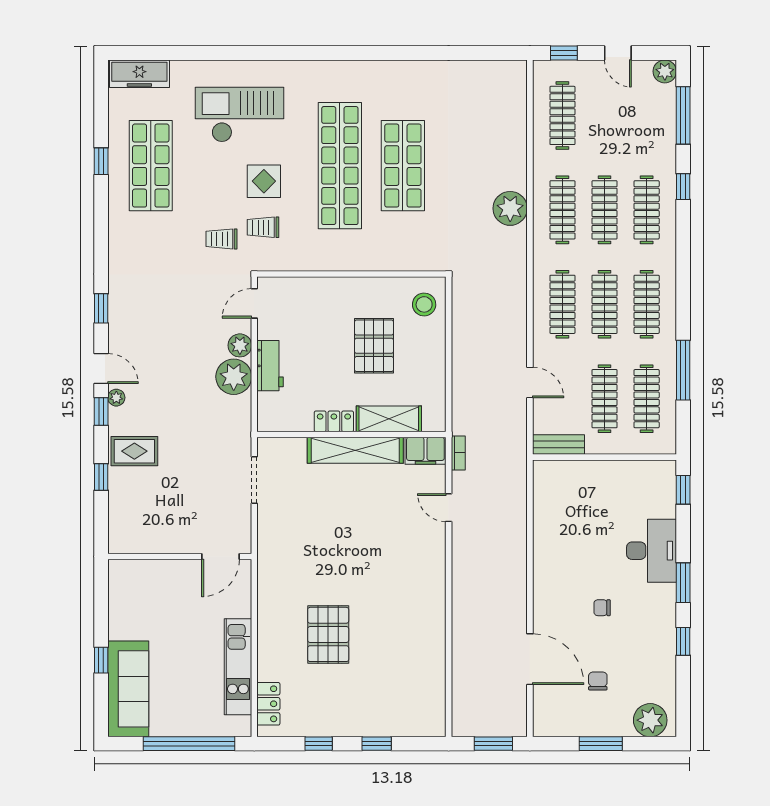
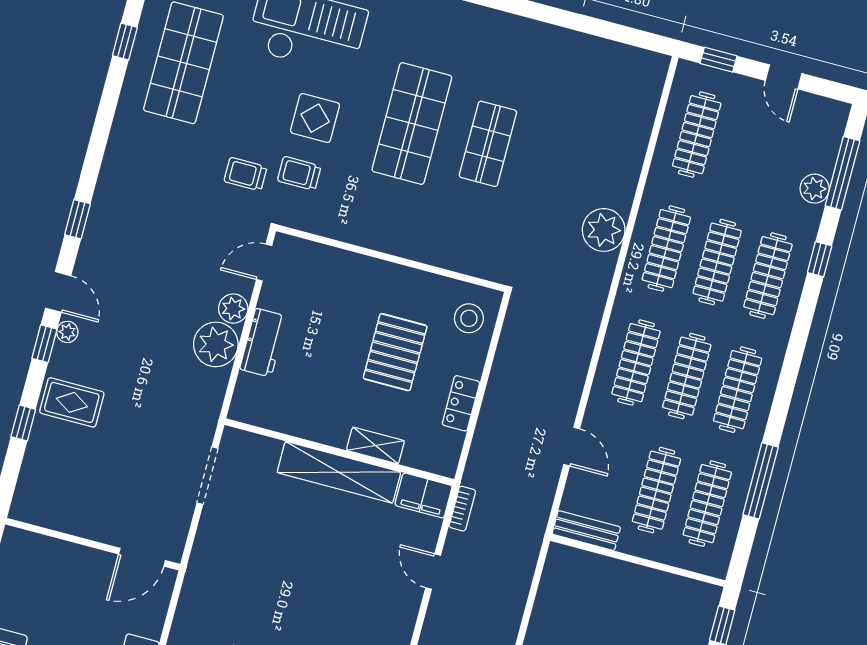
plant: (665, 71) -> (815, 189), moved
shop shelf: (340, 166) -> (412, 124), width x0.71
shop shelf: (403, 166) -> (488, 144), width x0.70, depth x0.74
shelving: (389, 419) -> (375, 445), width x0.67, depth x0.75
locker: (334, 421) -> (461, 403), moved, turned -90

